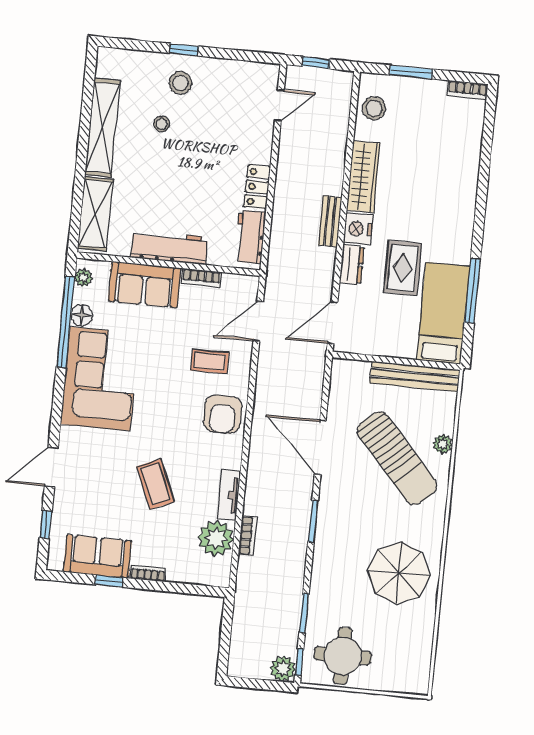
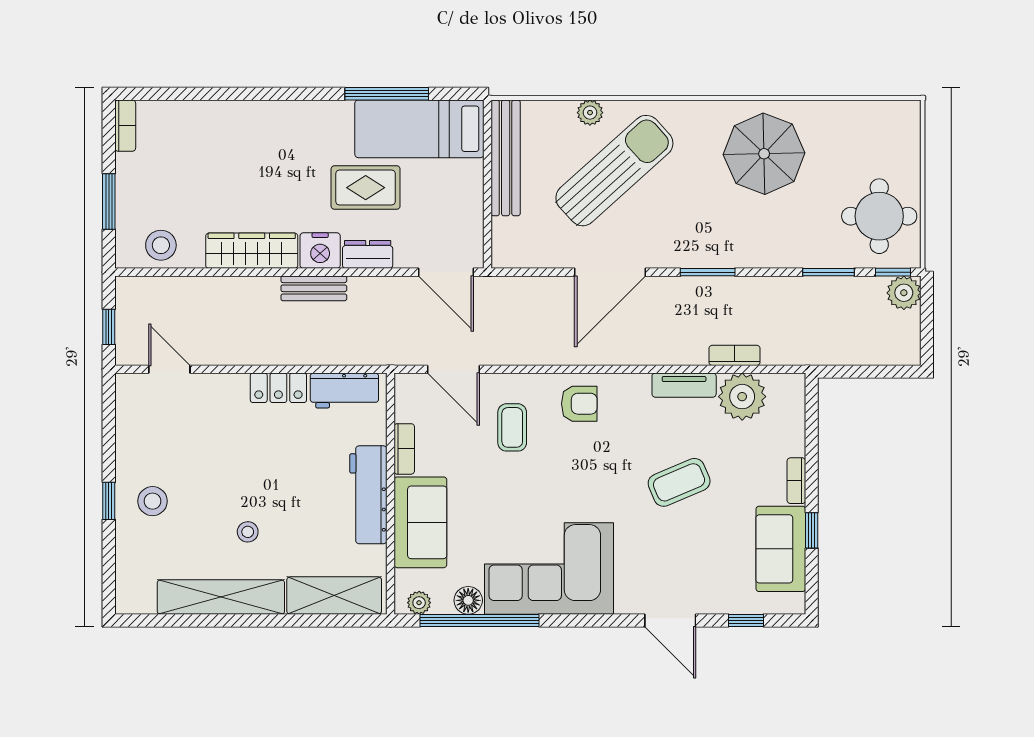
stool: (162, 124) -> (248, 532), moved
armchair: (223, 414) -> (579, 404), width x0.72, depth x0.72

